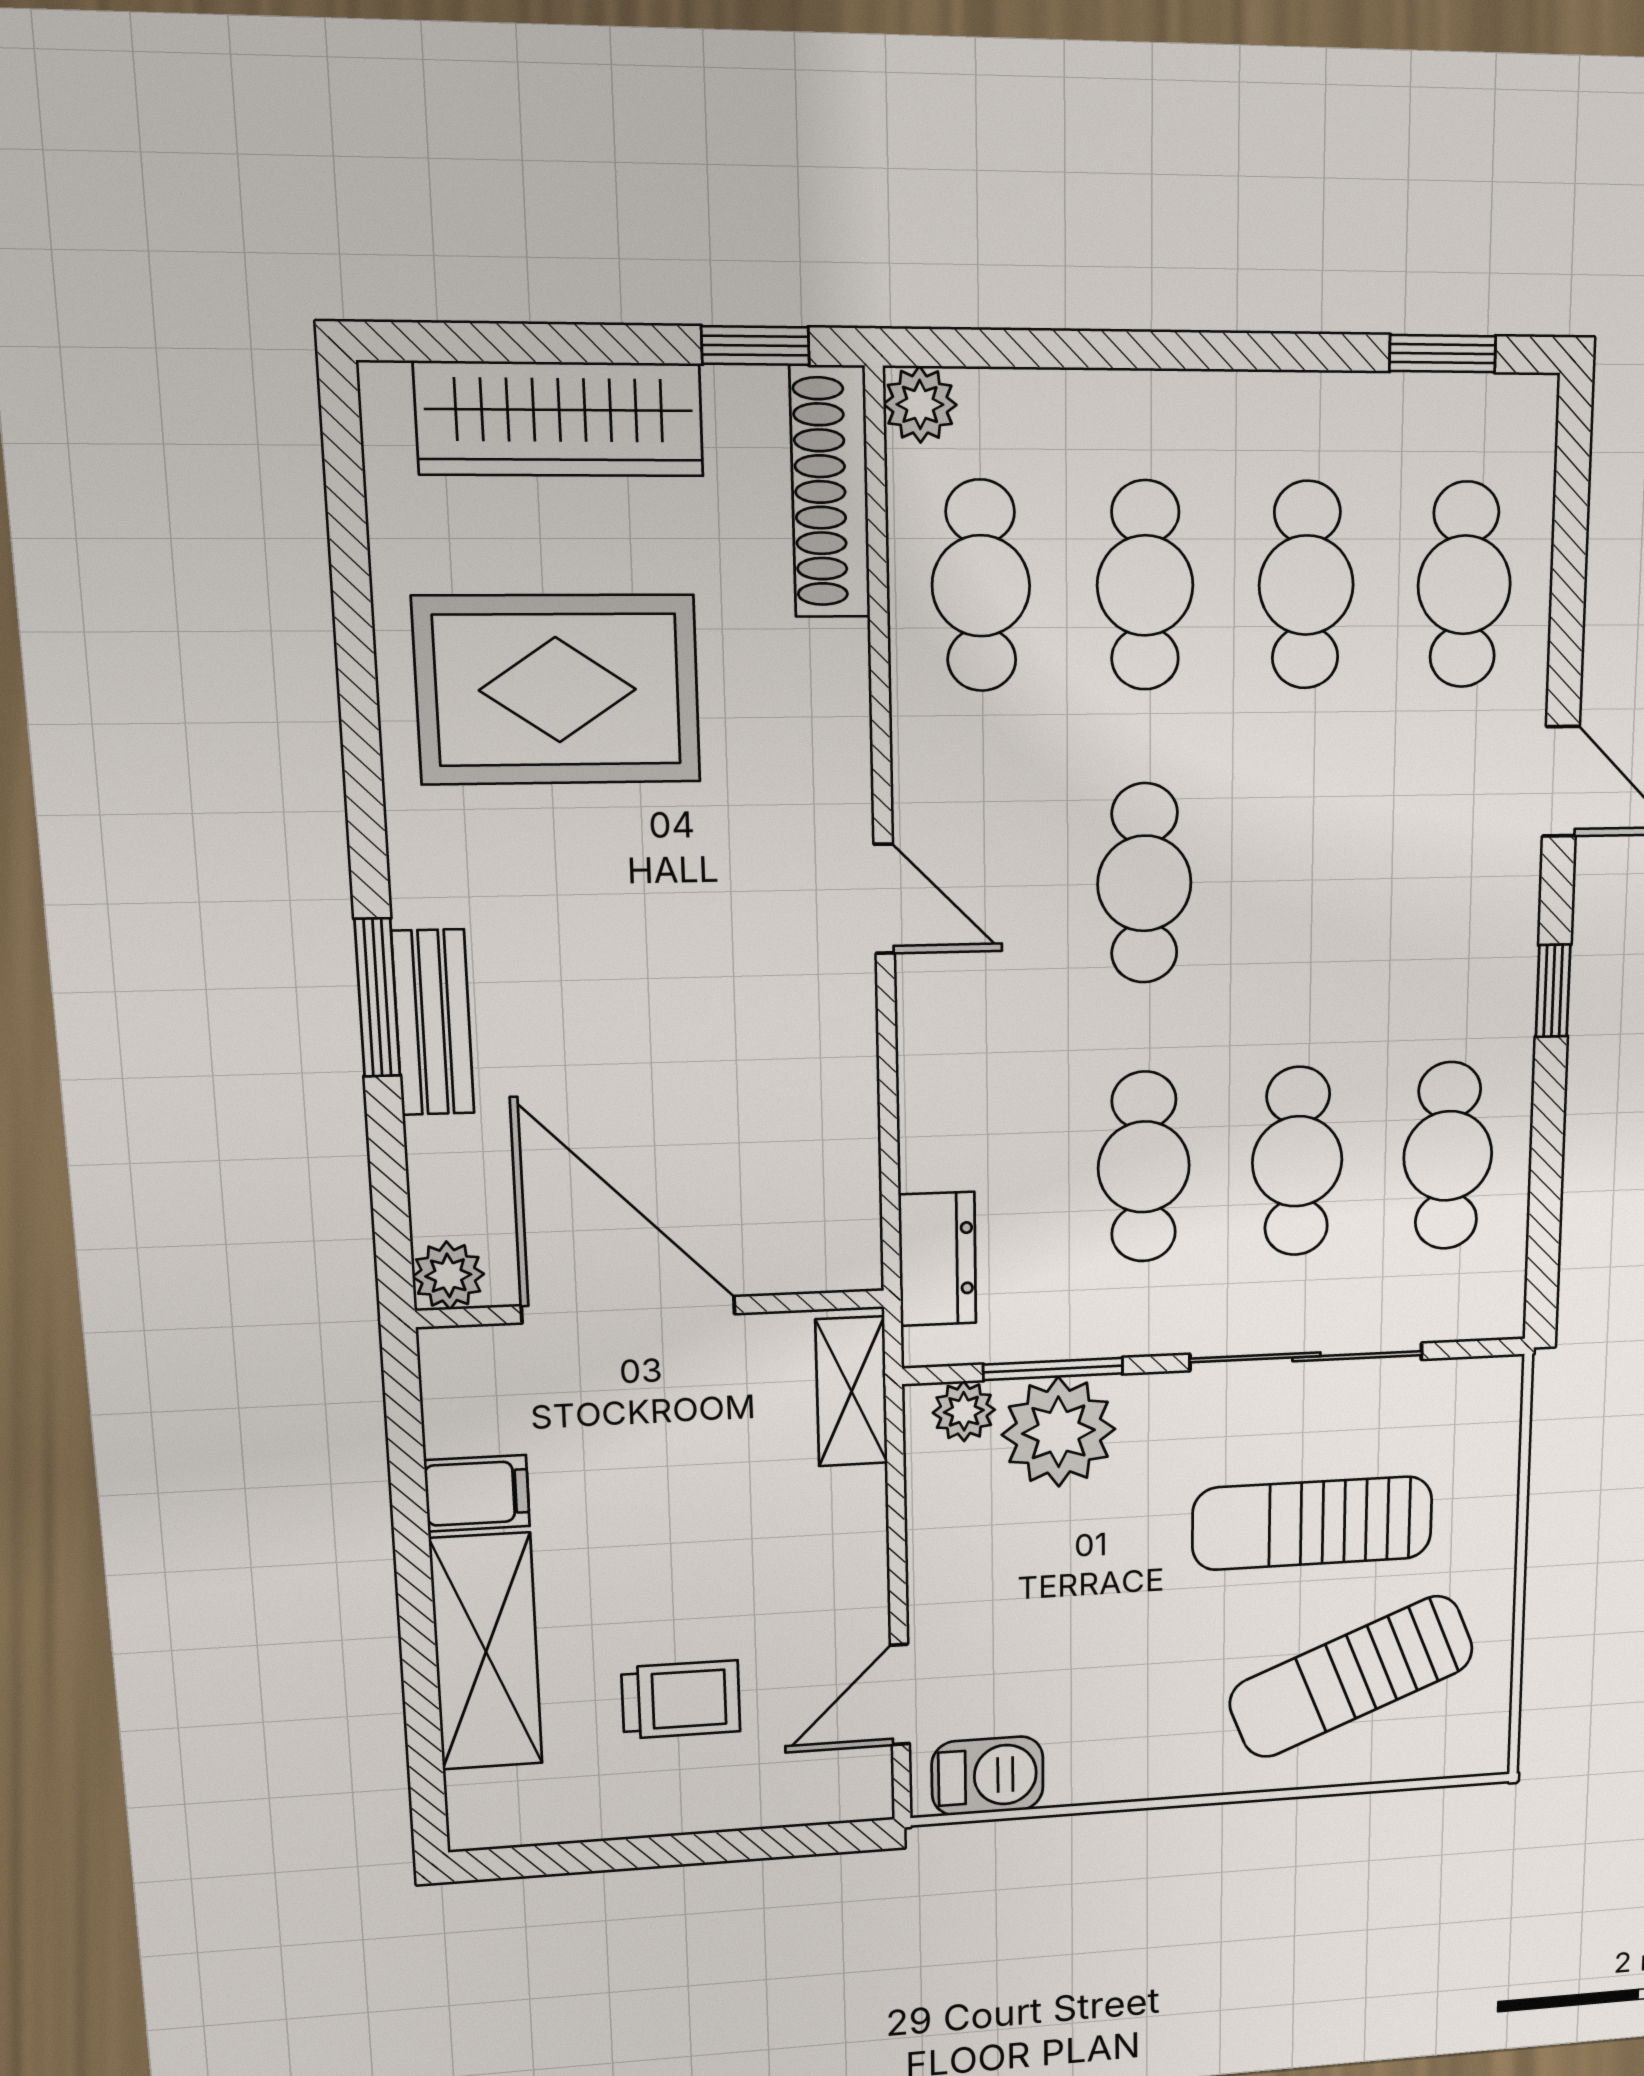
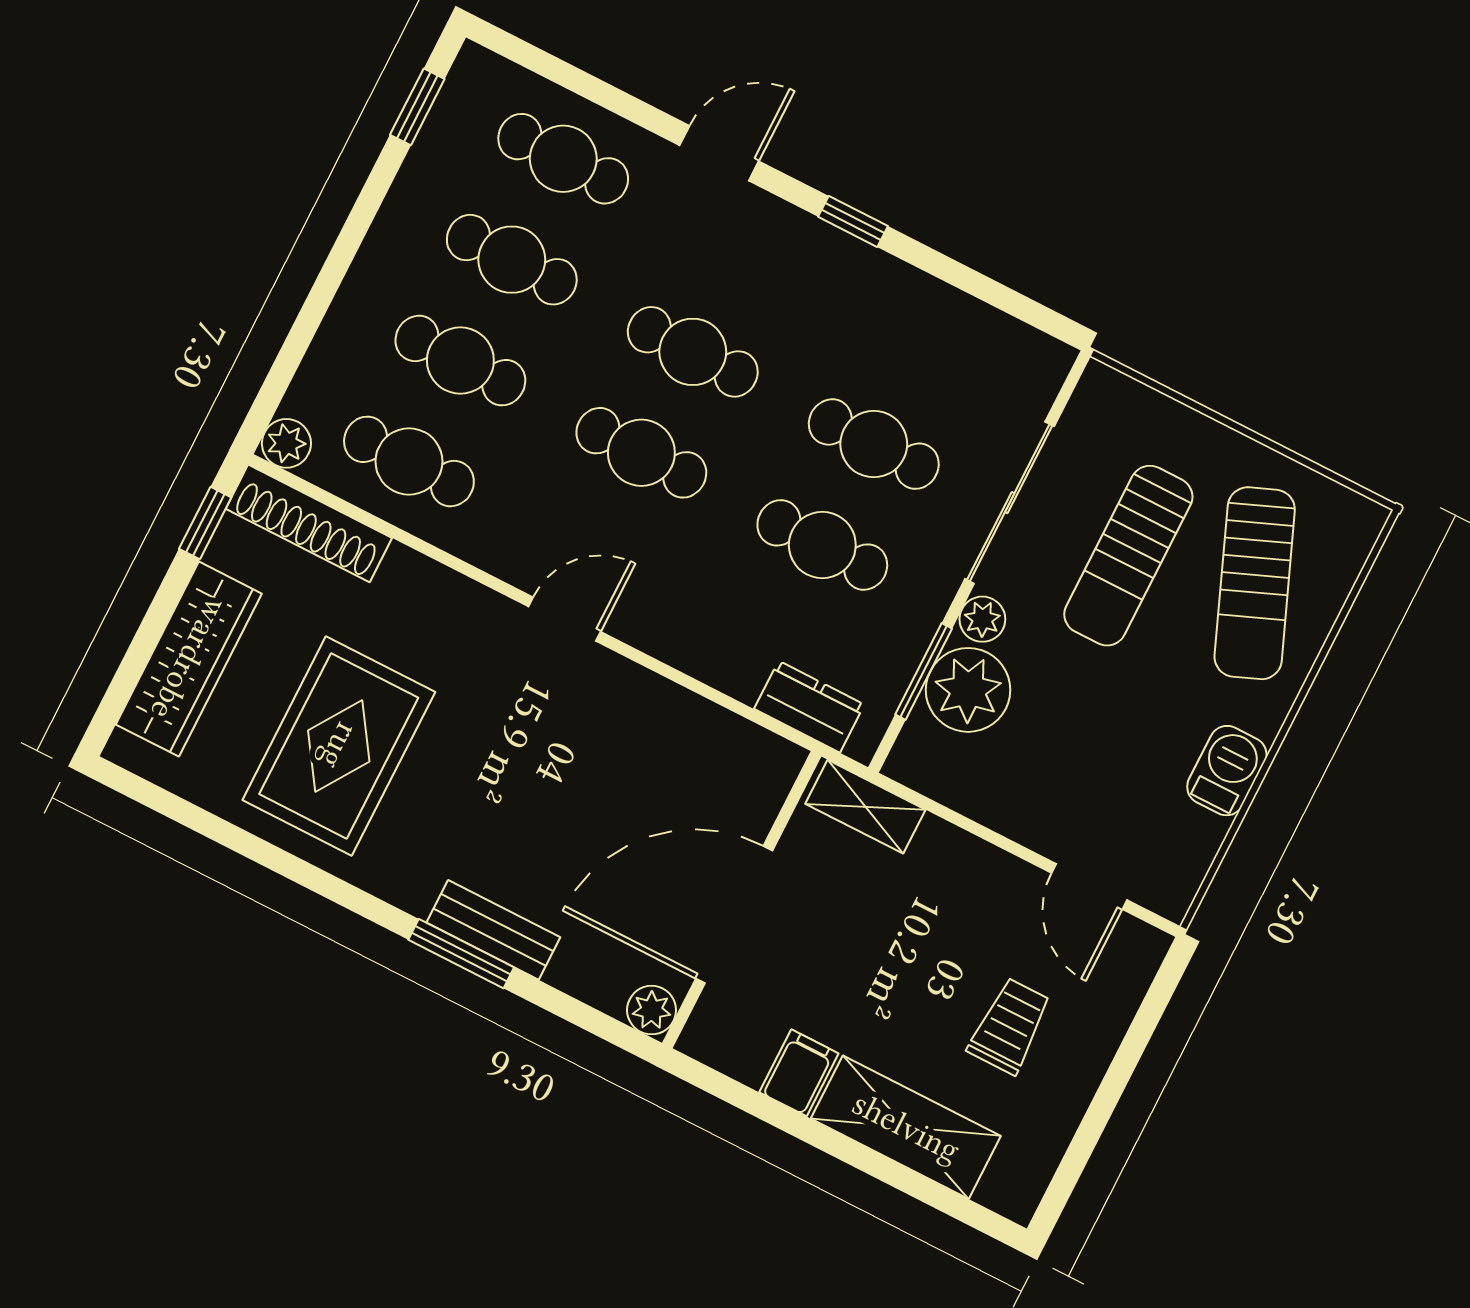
cafe table: (1448, 1156) -> (693, 352), moved
plant: (964, 1411) -> (982, 619), moved
barbecue: (988, 1776) -> (1227, 771), moved

